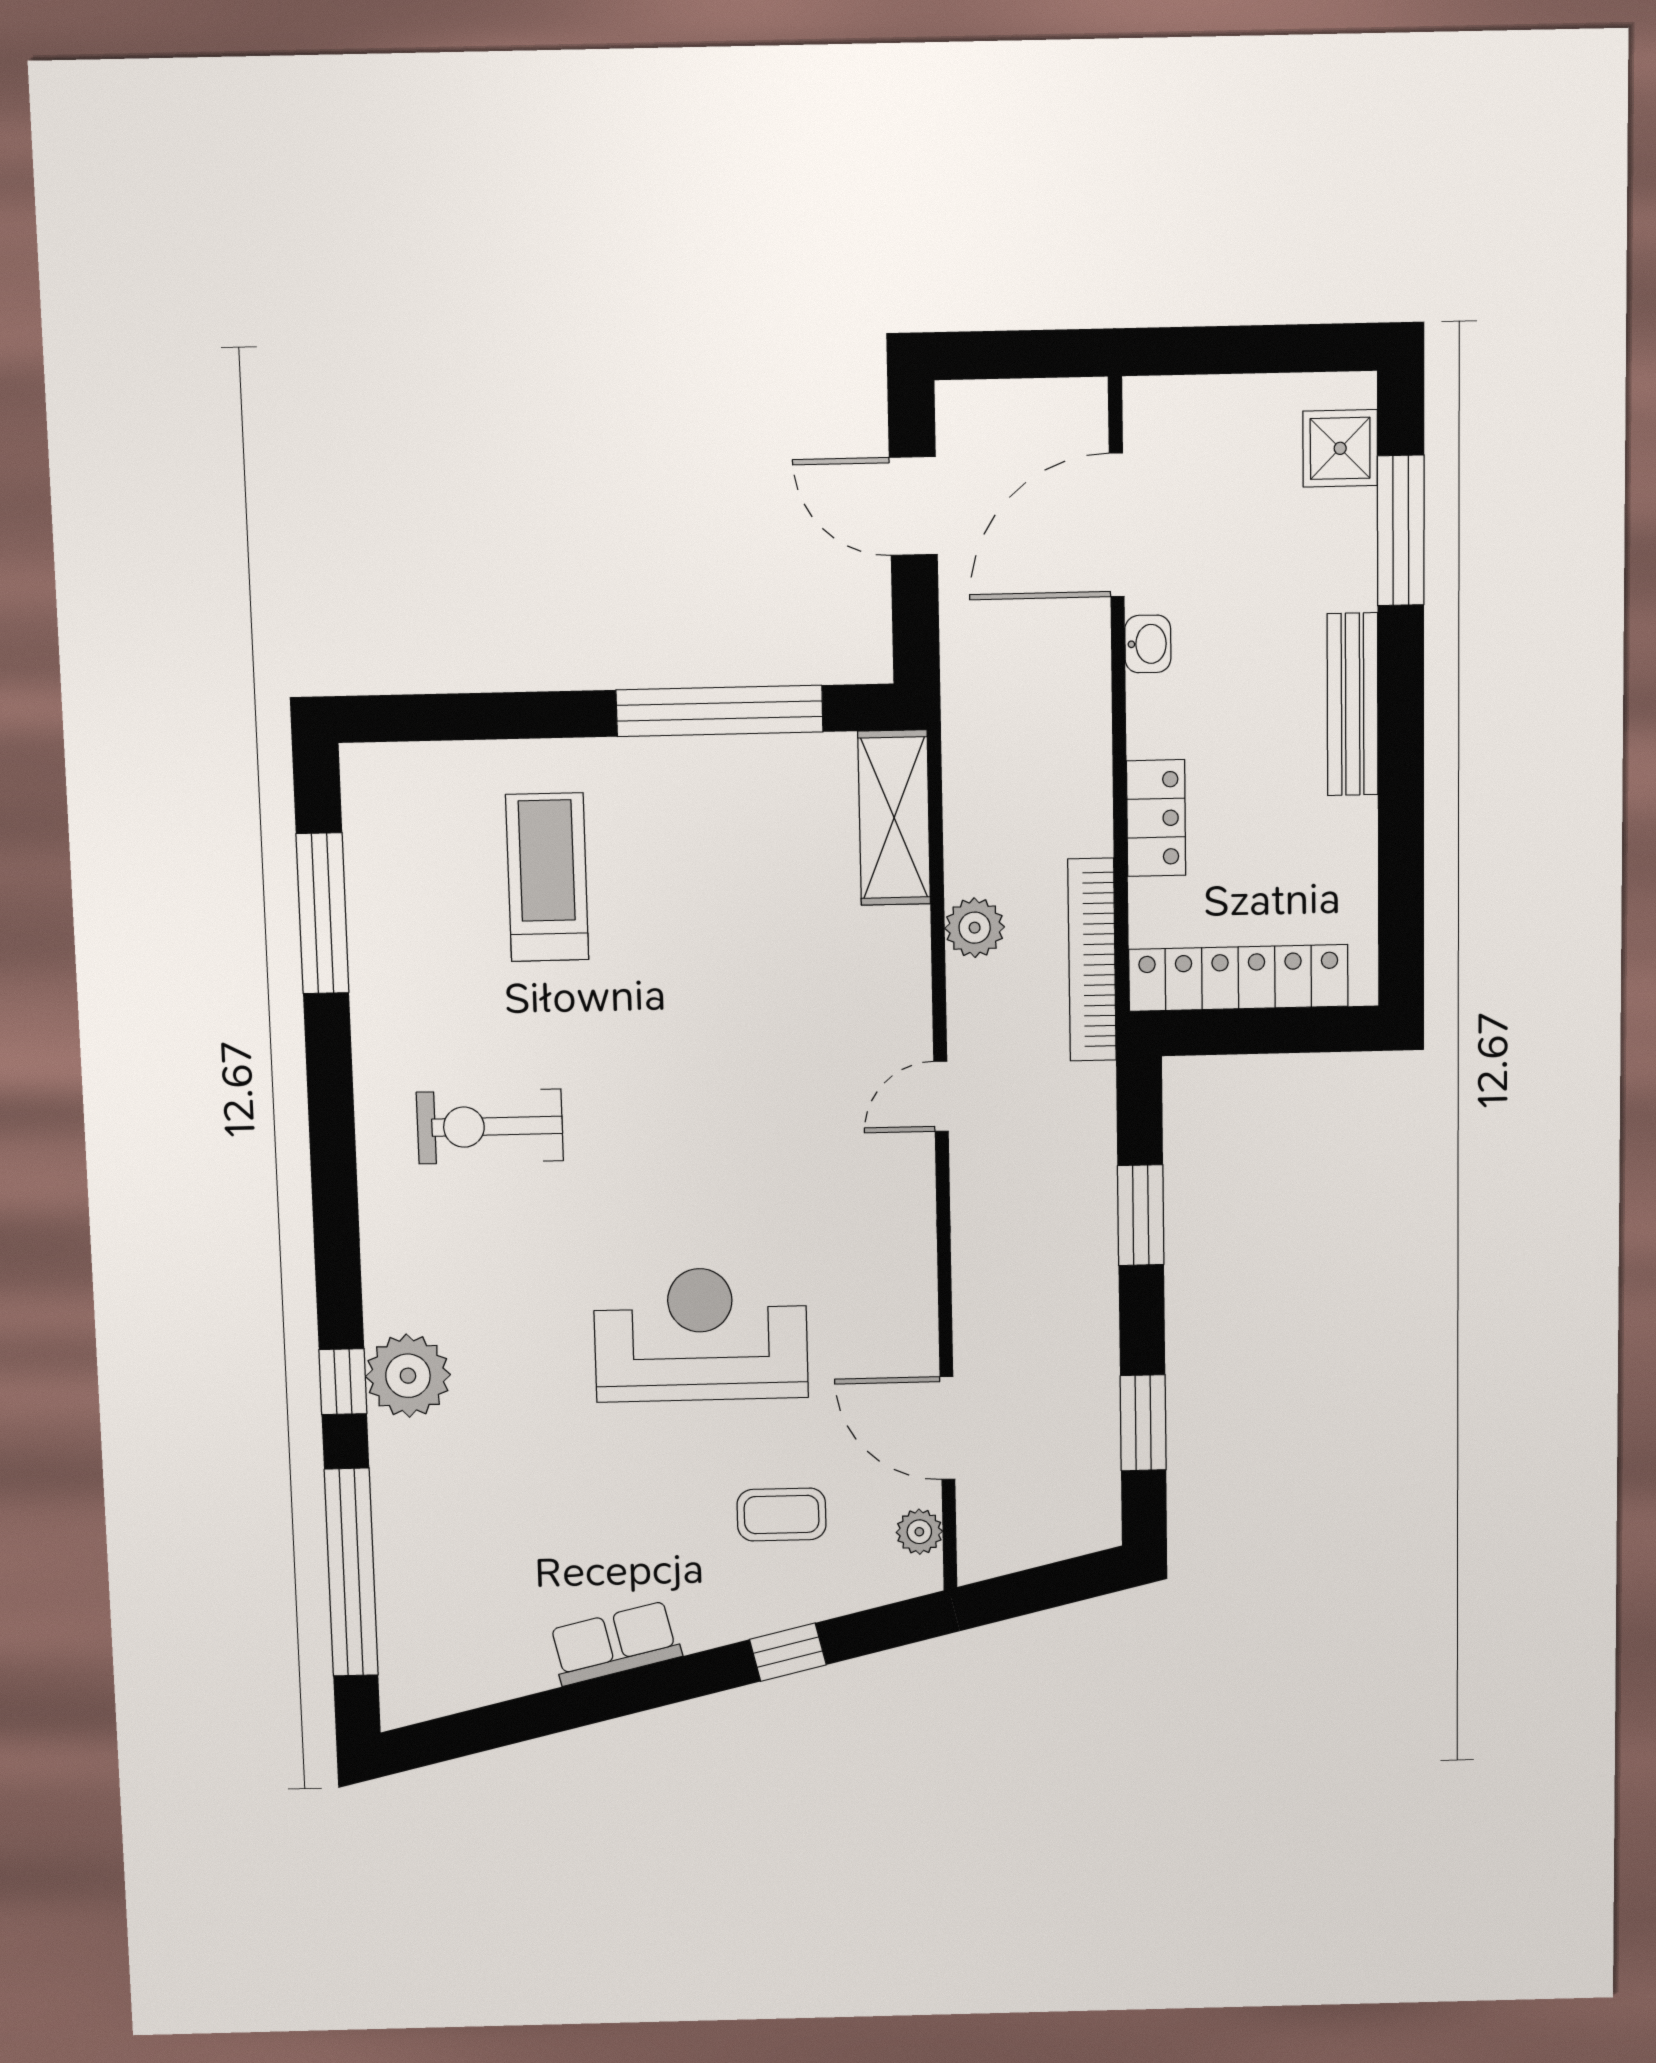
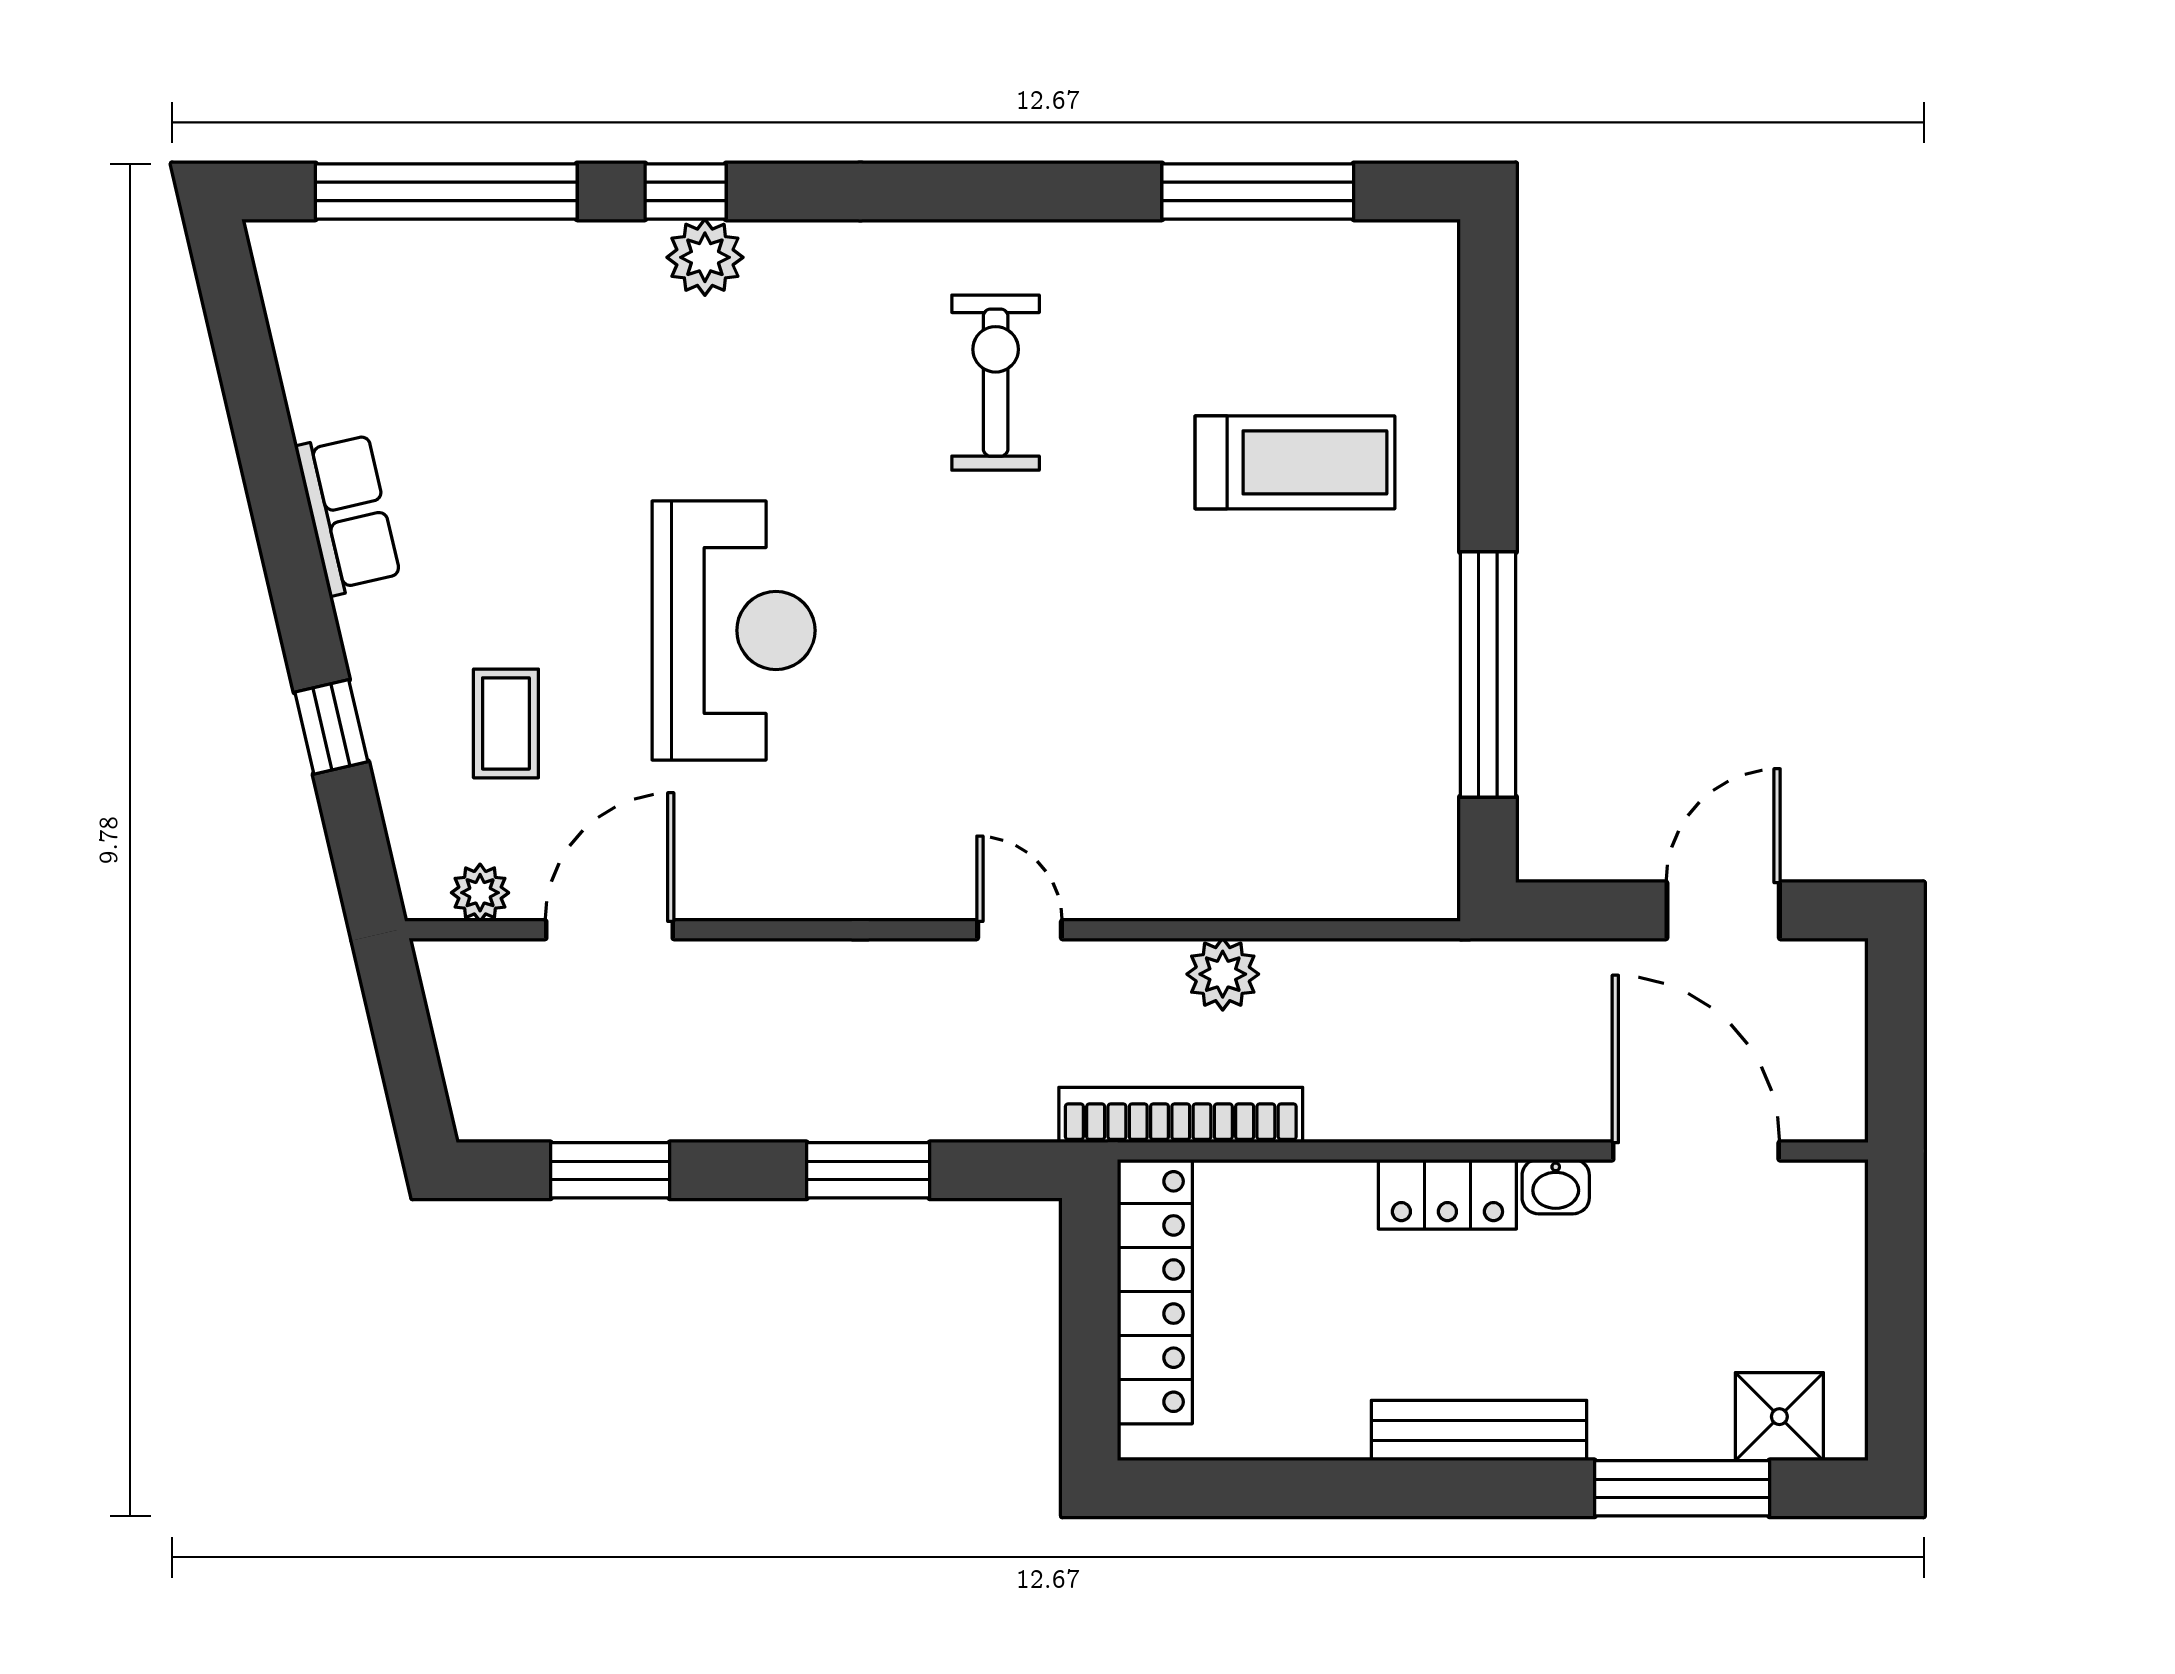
shelving: (894, 818) -> (1357, 880), removed
locker: (1156, 818) -> (1447, 1194), moved
plant: (408, 1376) -> (705, 257), width x0.73, depth x0.73

